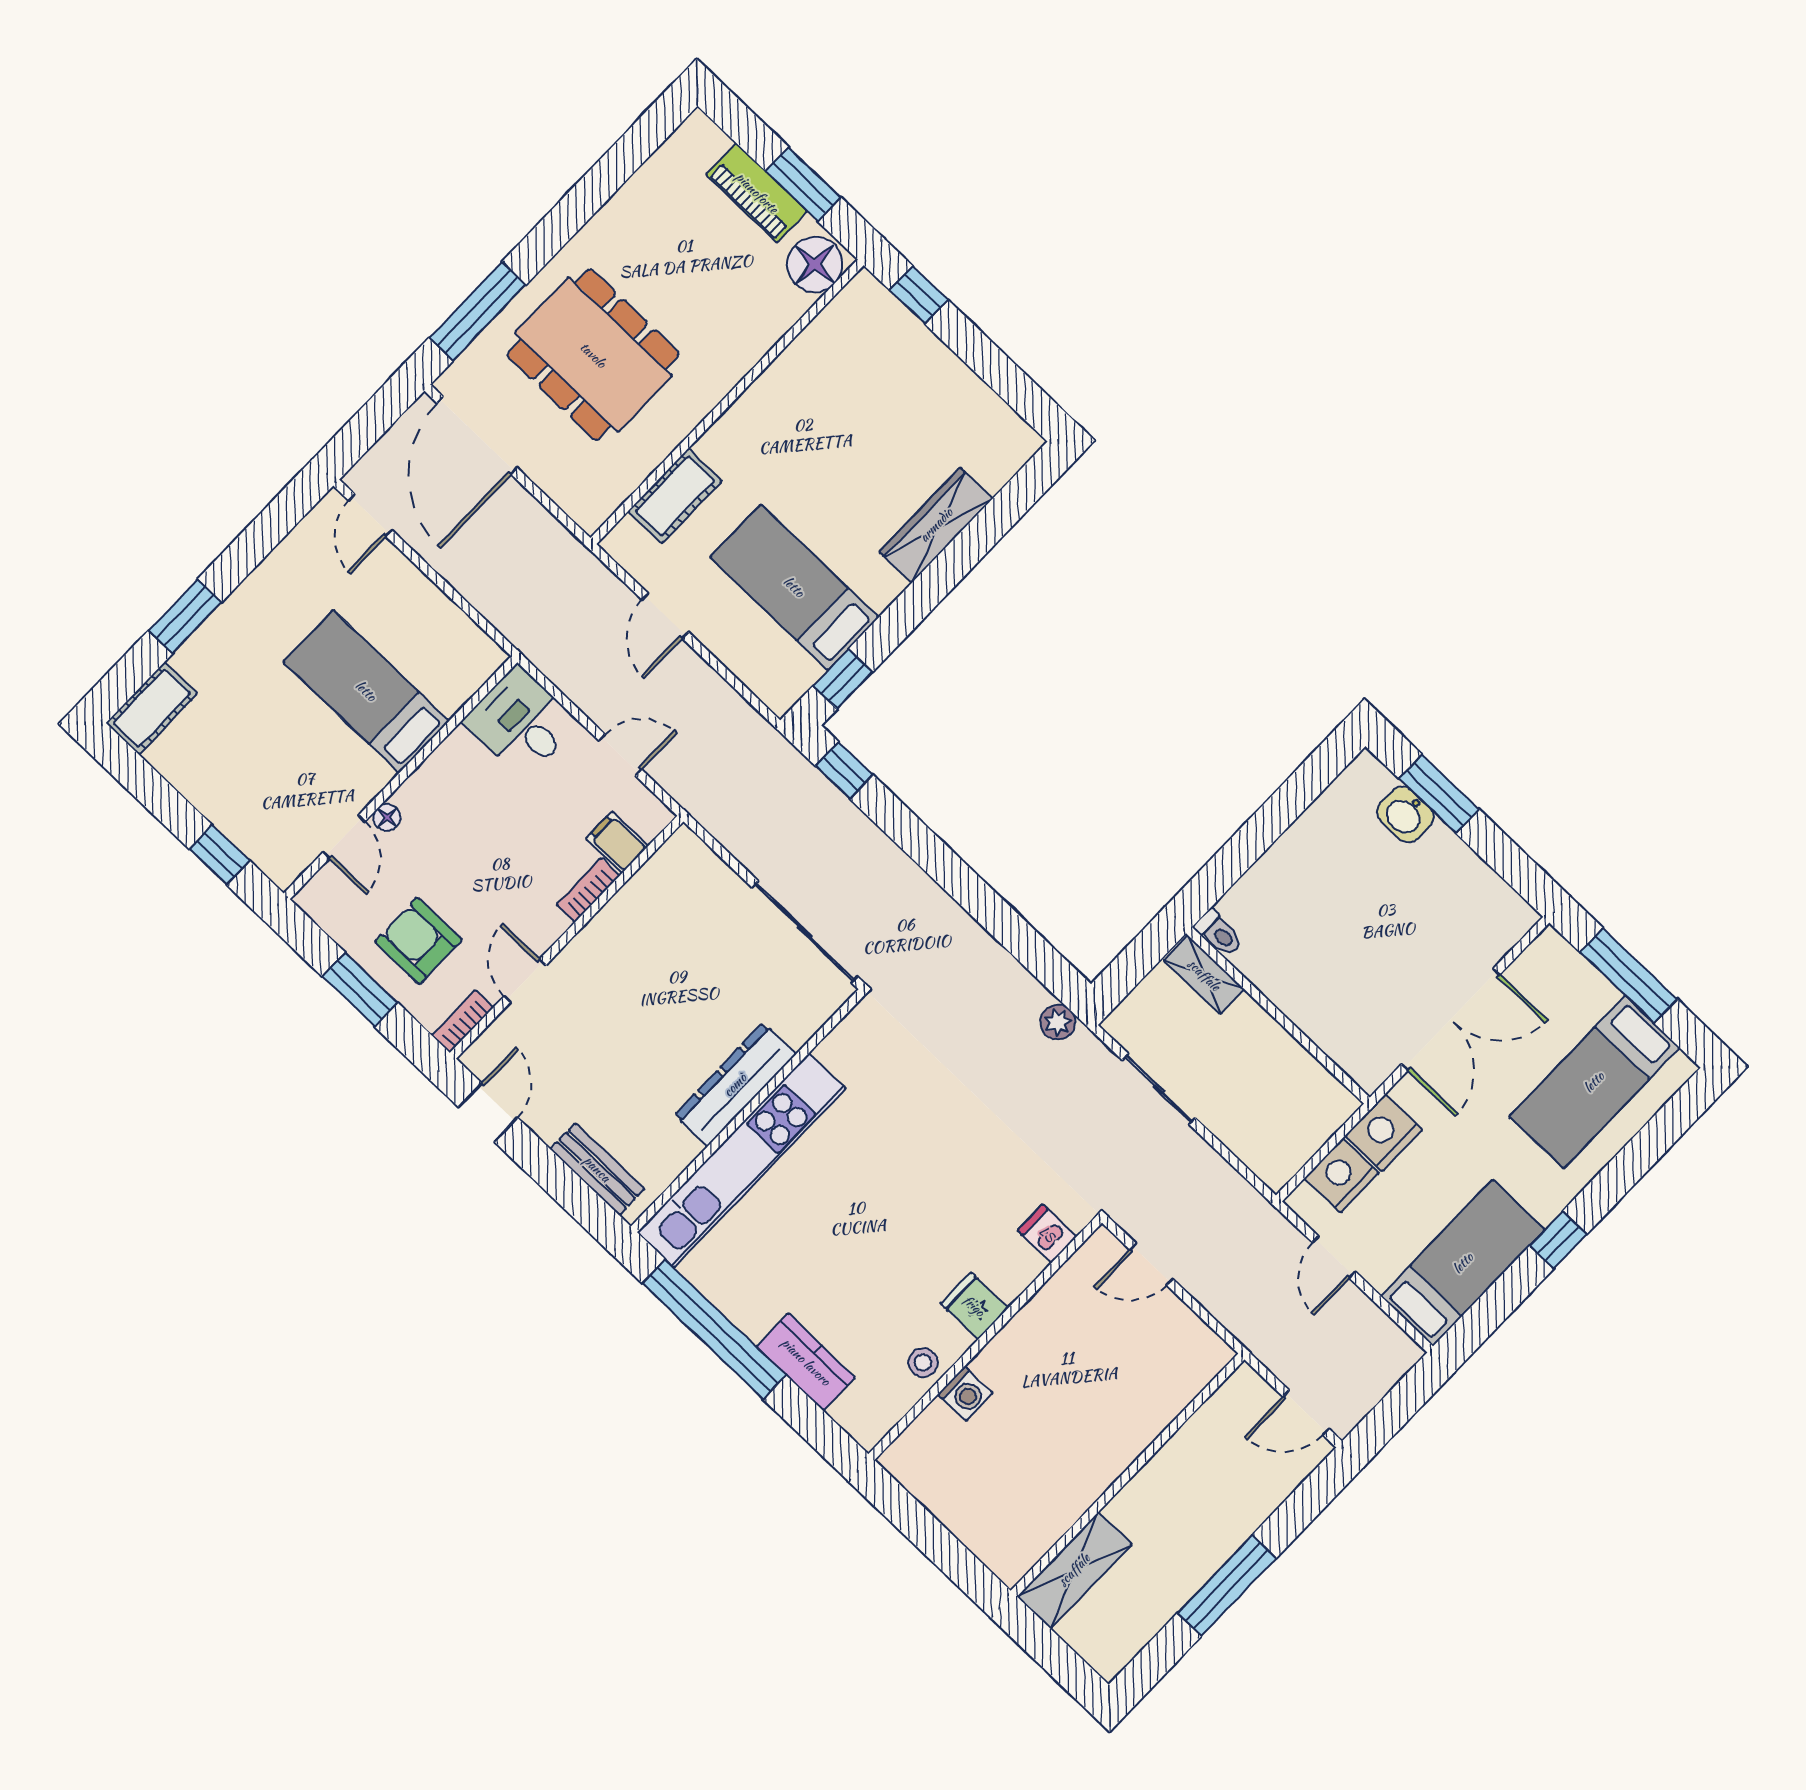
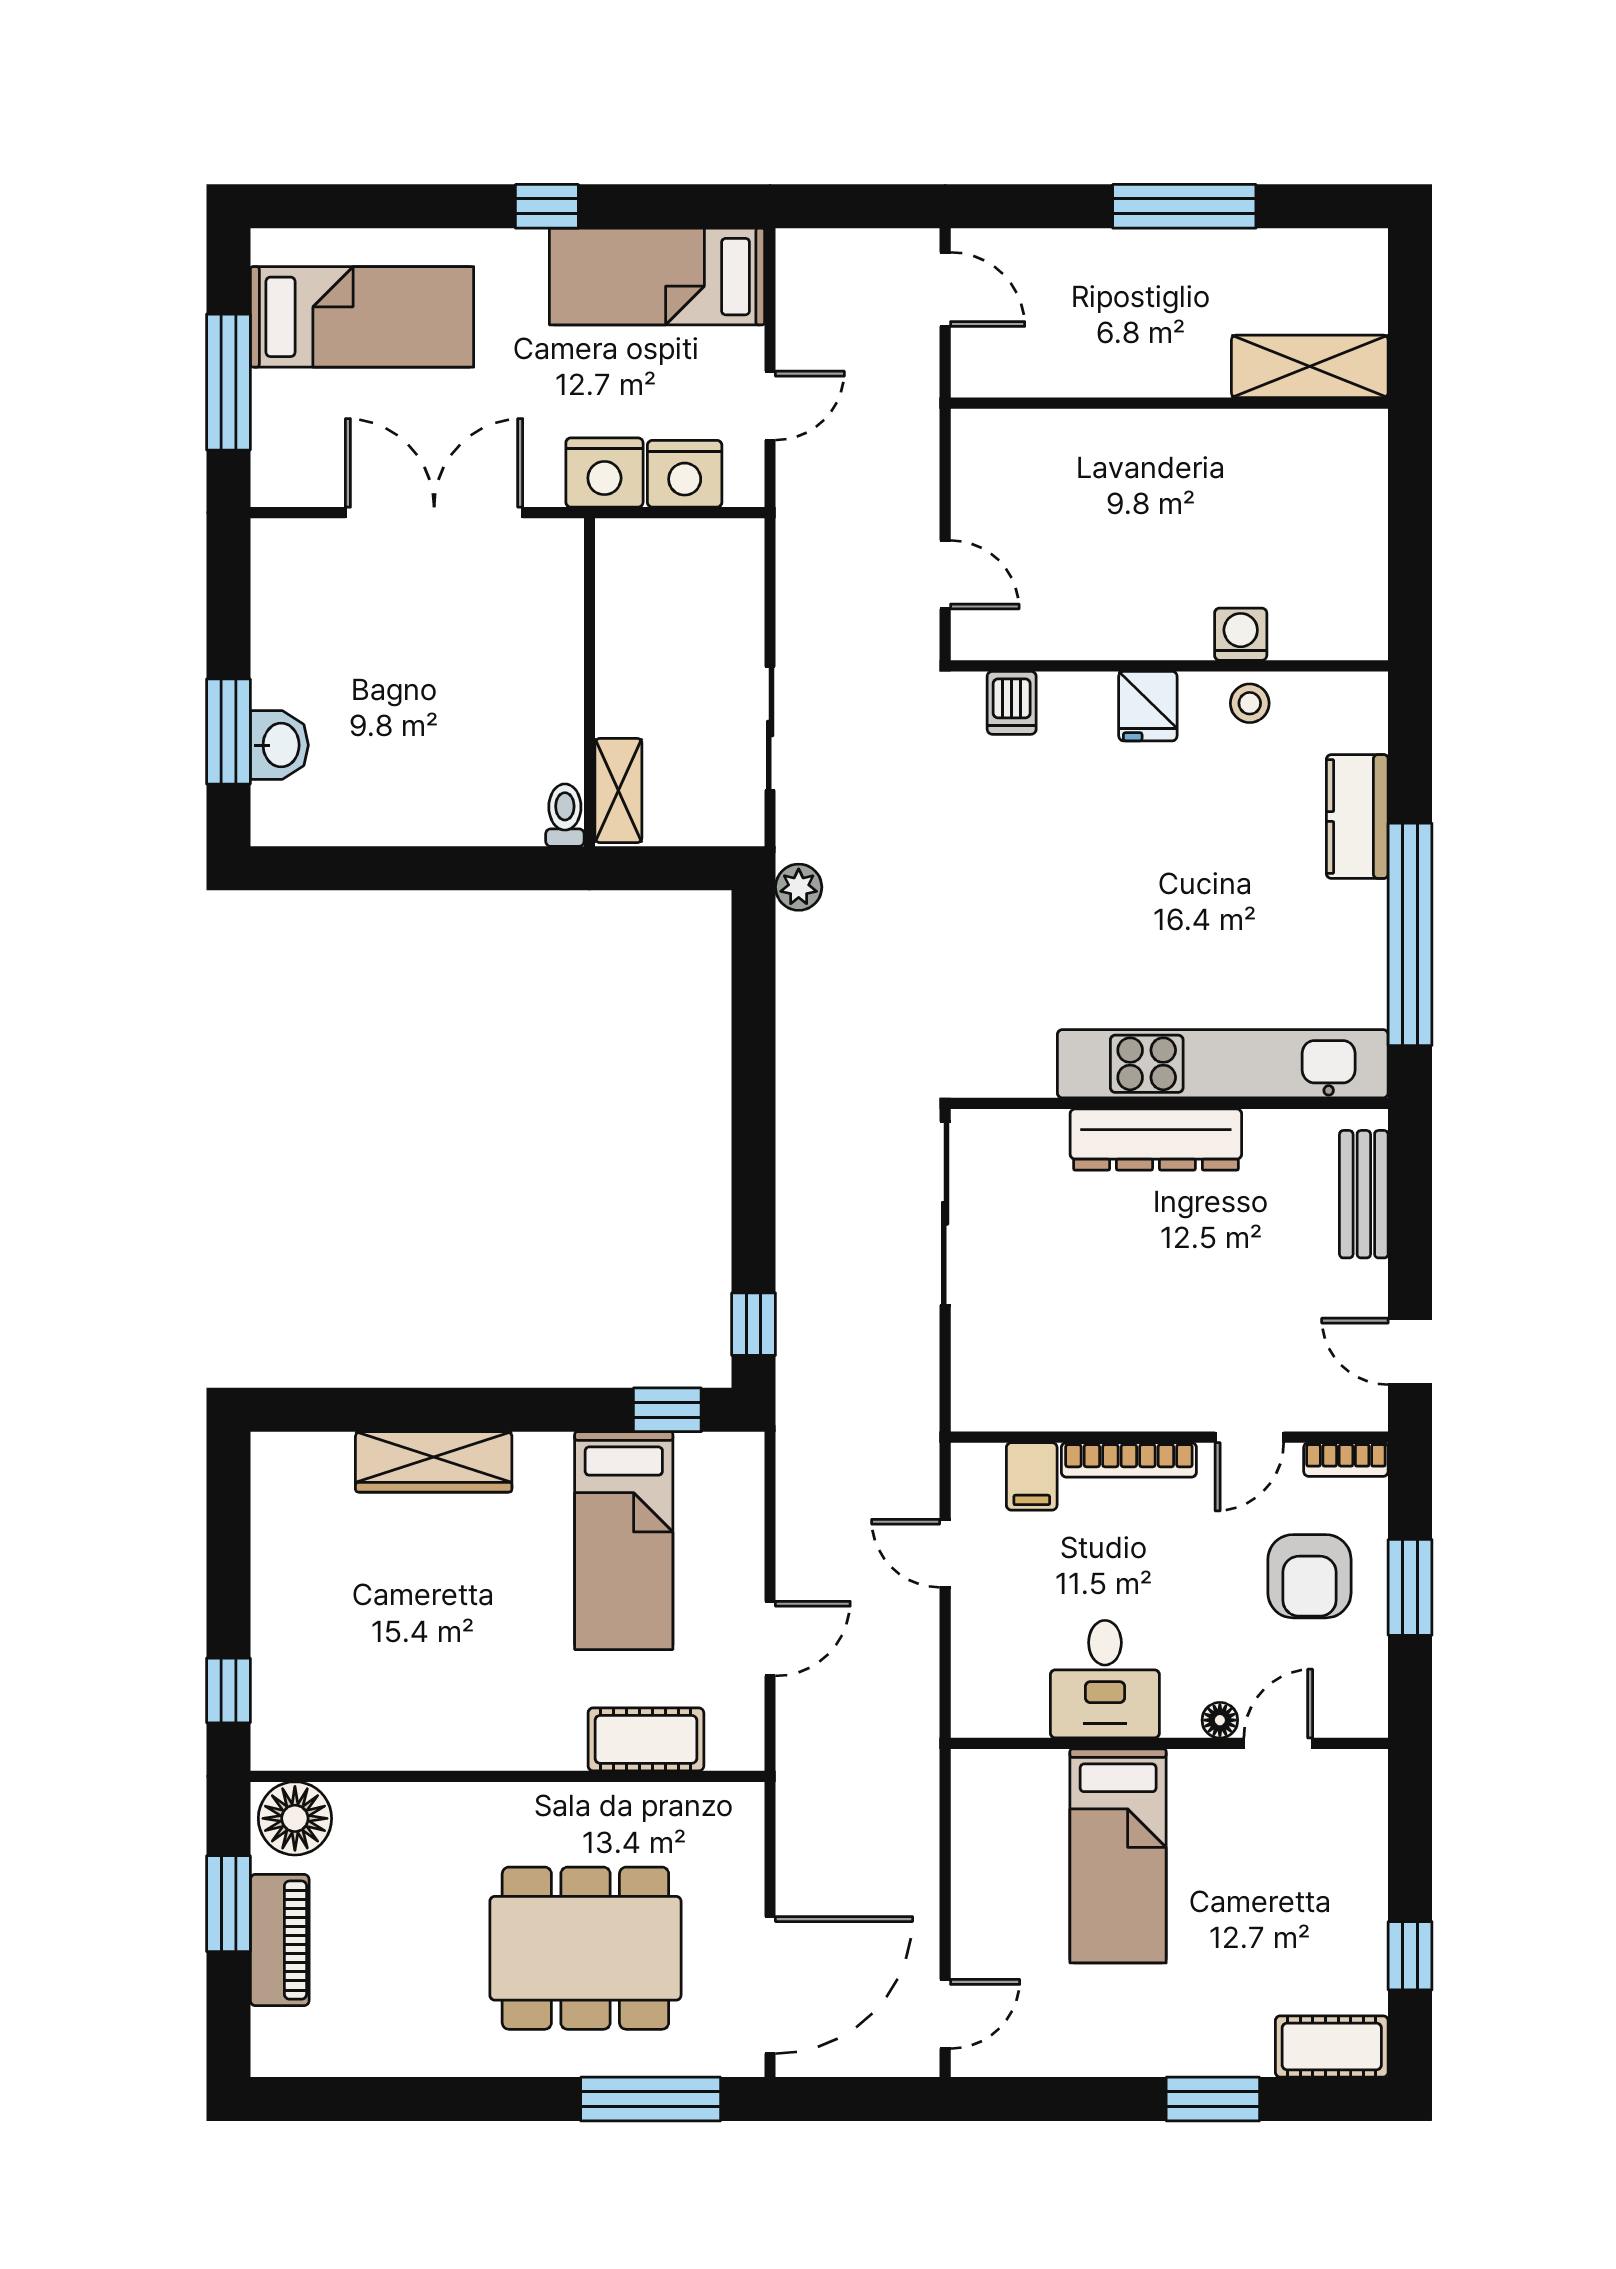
dining table: (593, 355) -> (585, 1948), turned 90
desk: (521, 722) -> (1105, 1679), moved
window: (219, 855) -> (1410, 1956), moved
bookcase: (588, 890) -> (1129, 1460), width x1.56
door: (488, 1112) -> (1410, 1351), hinge flipped

